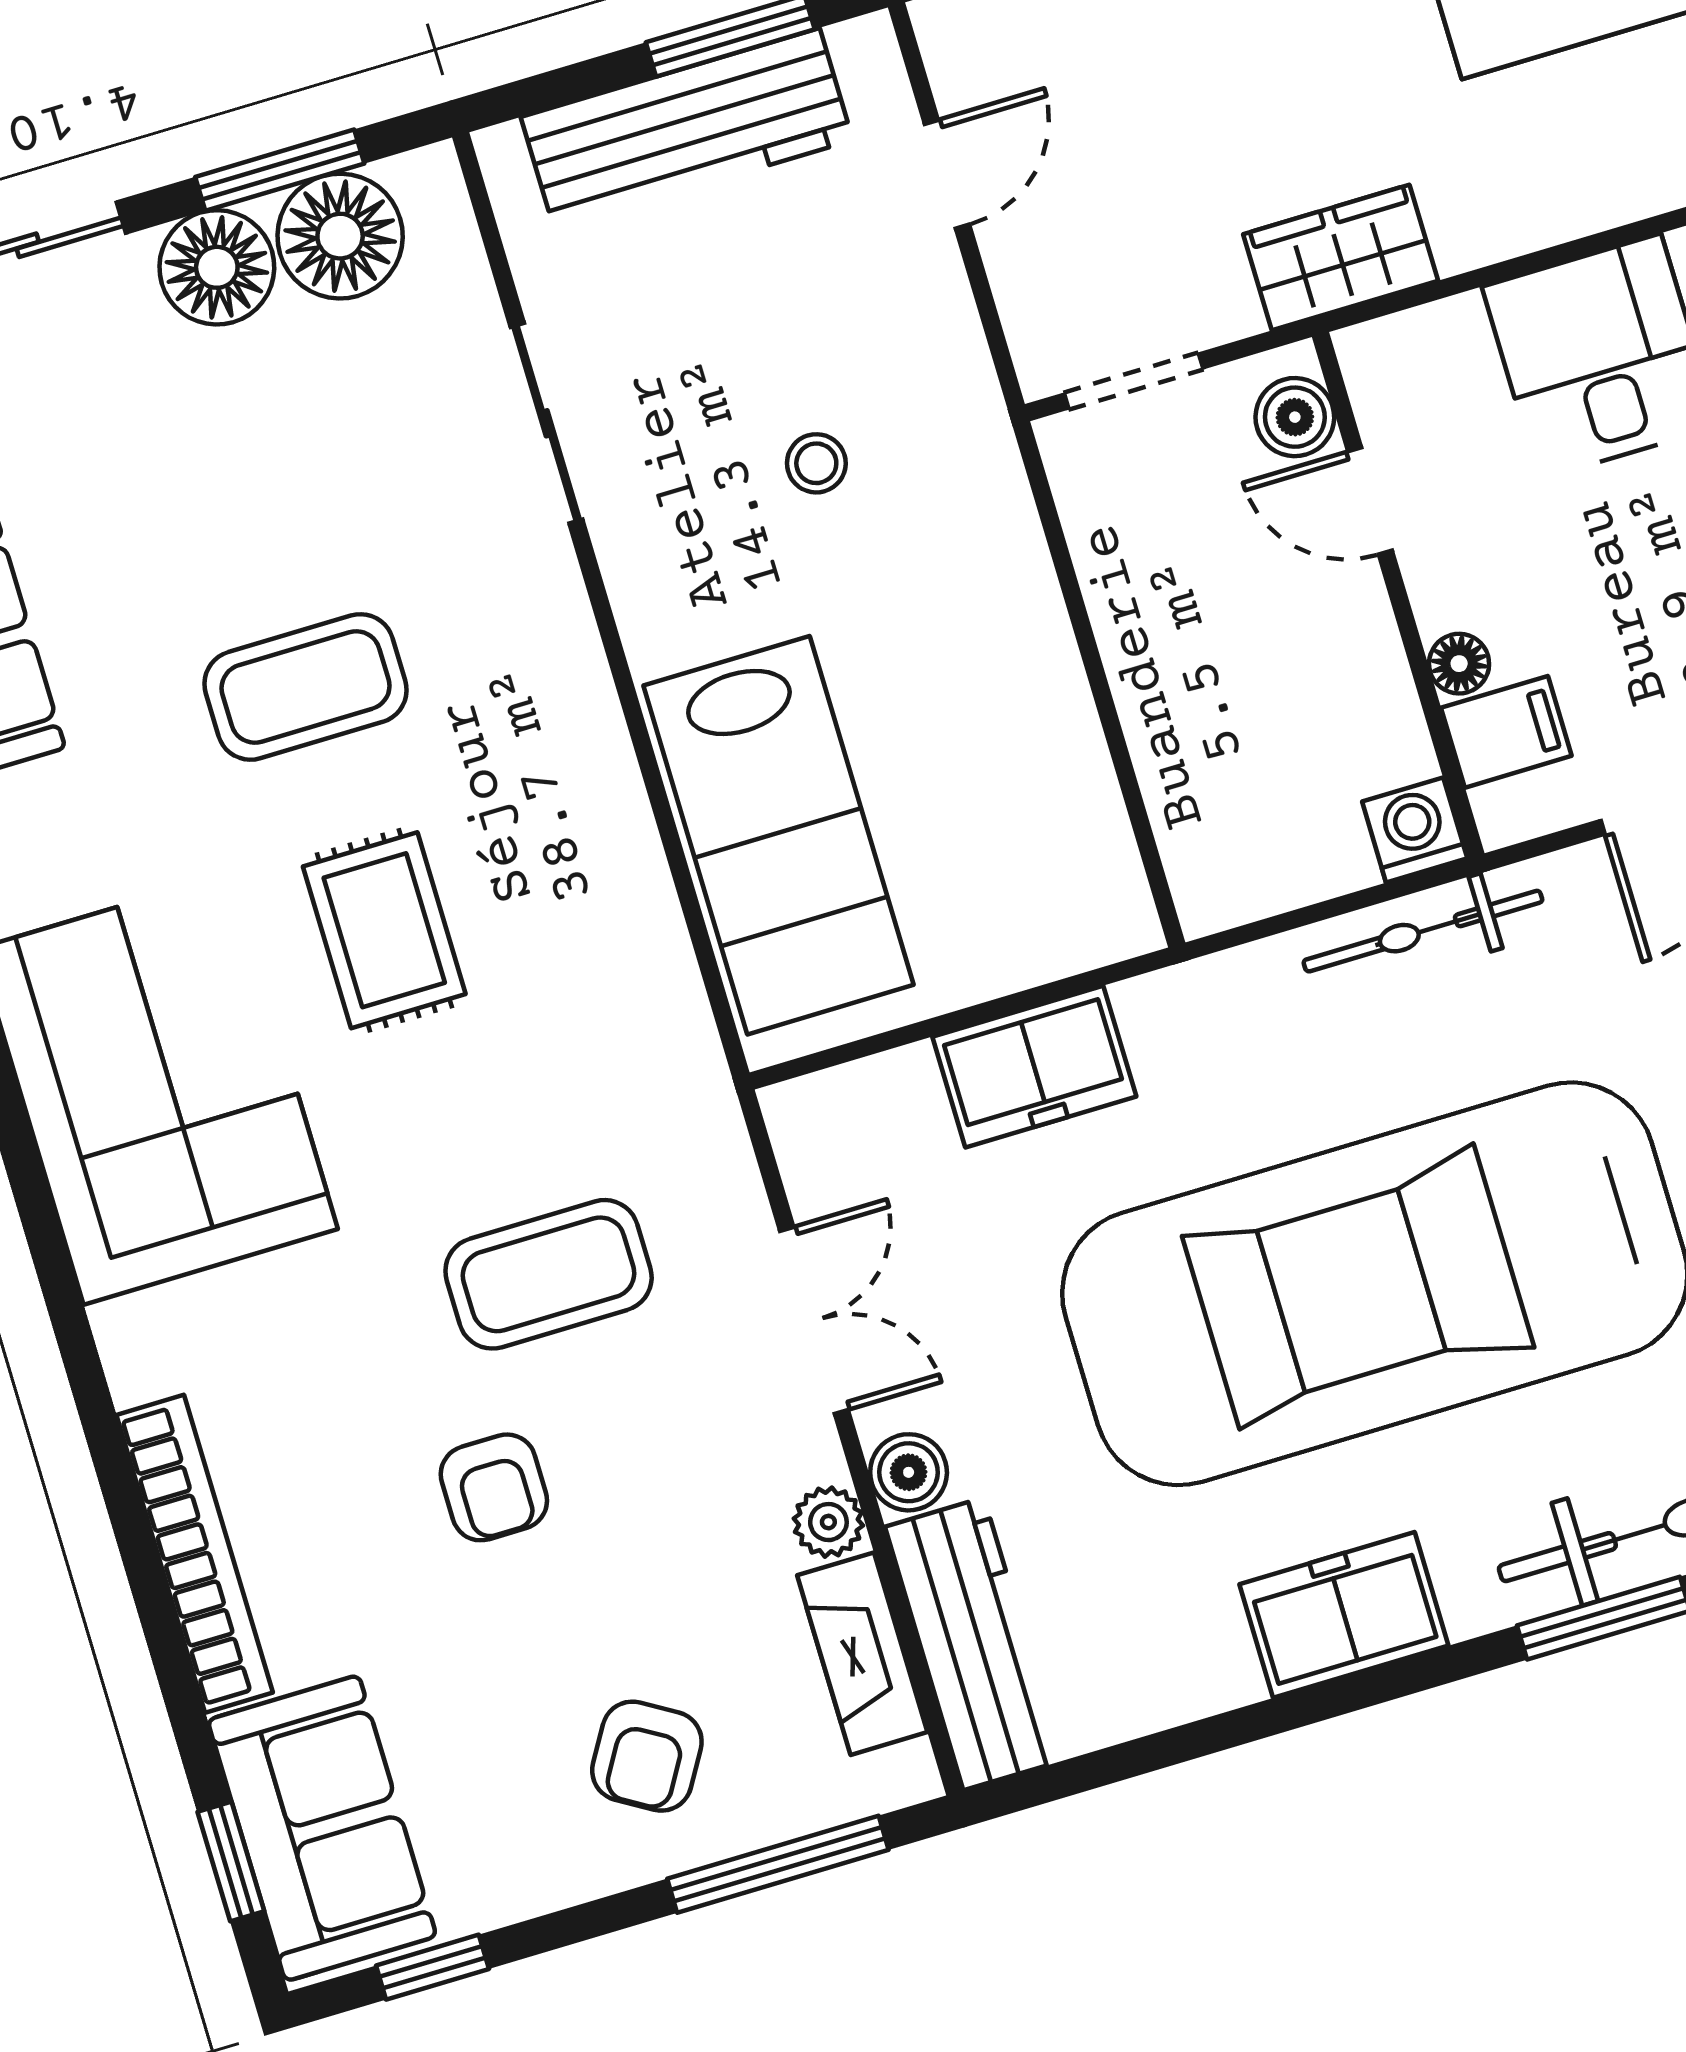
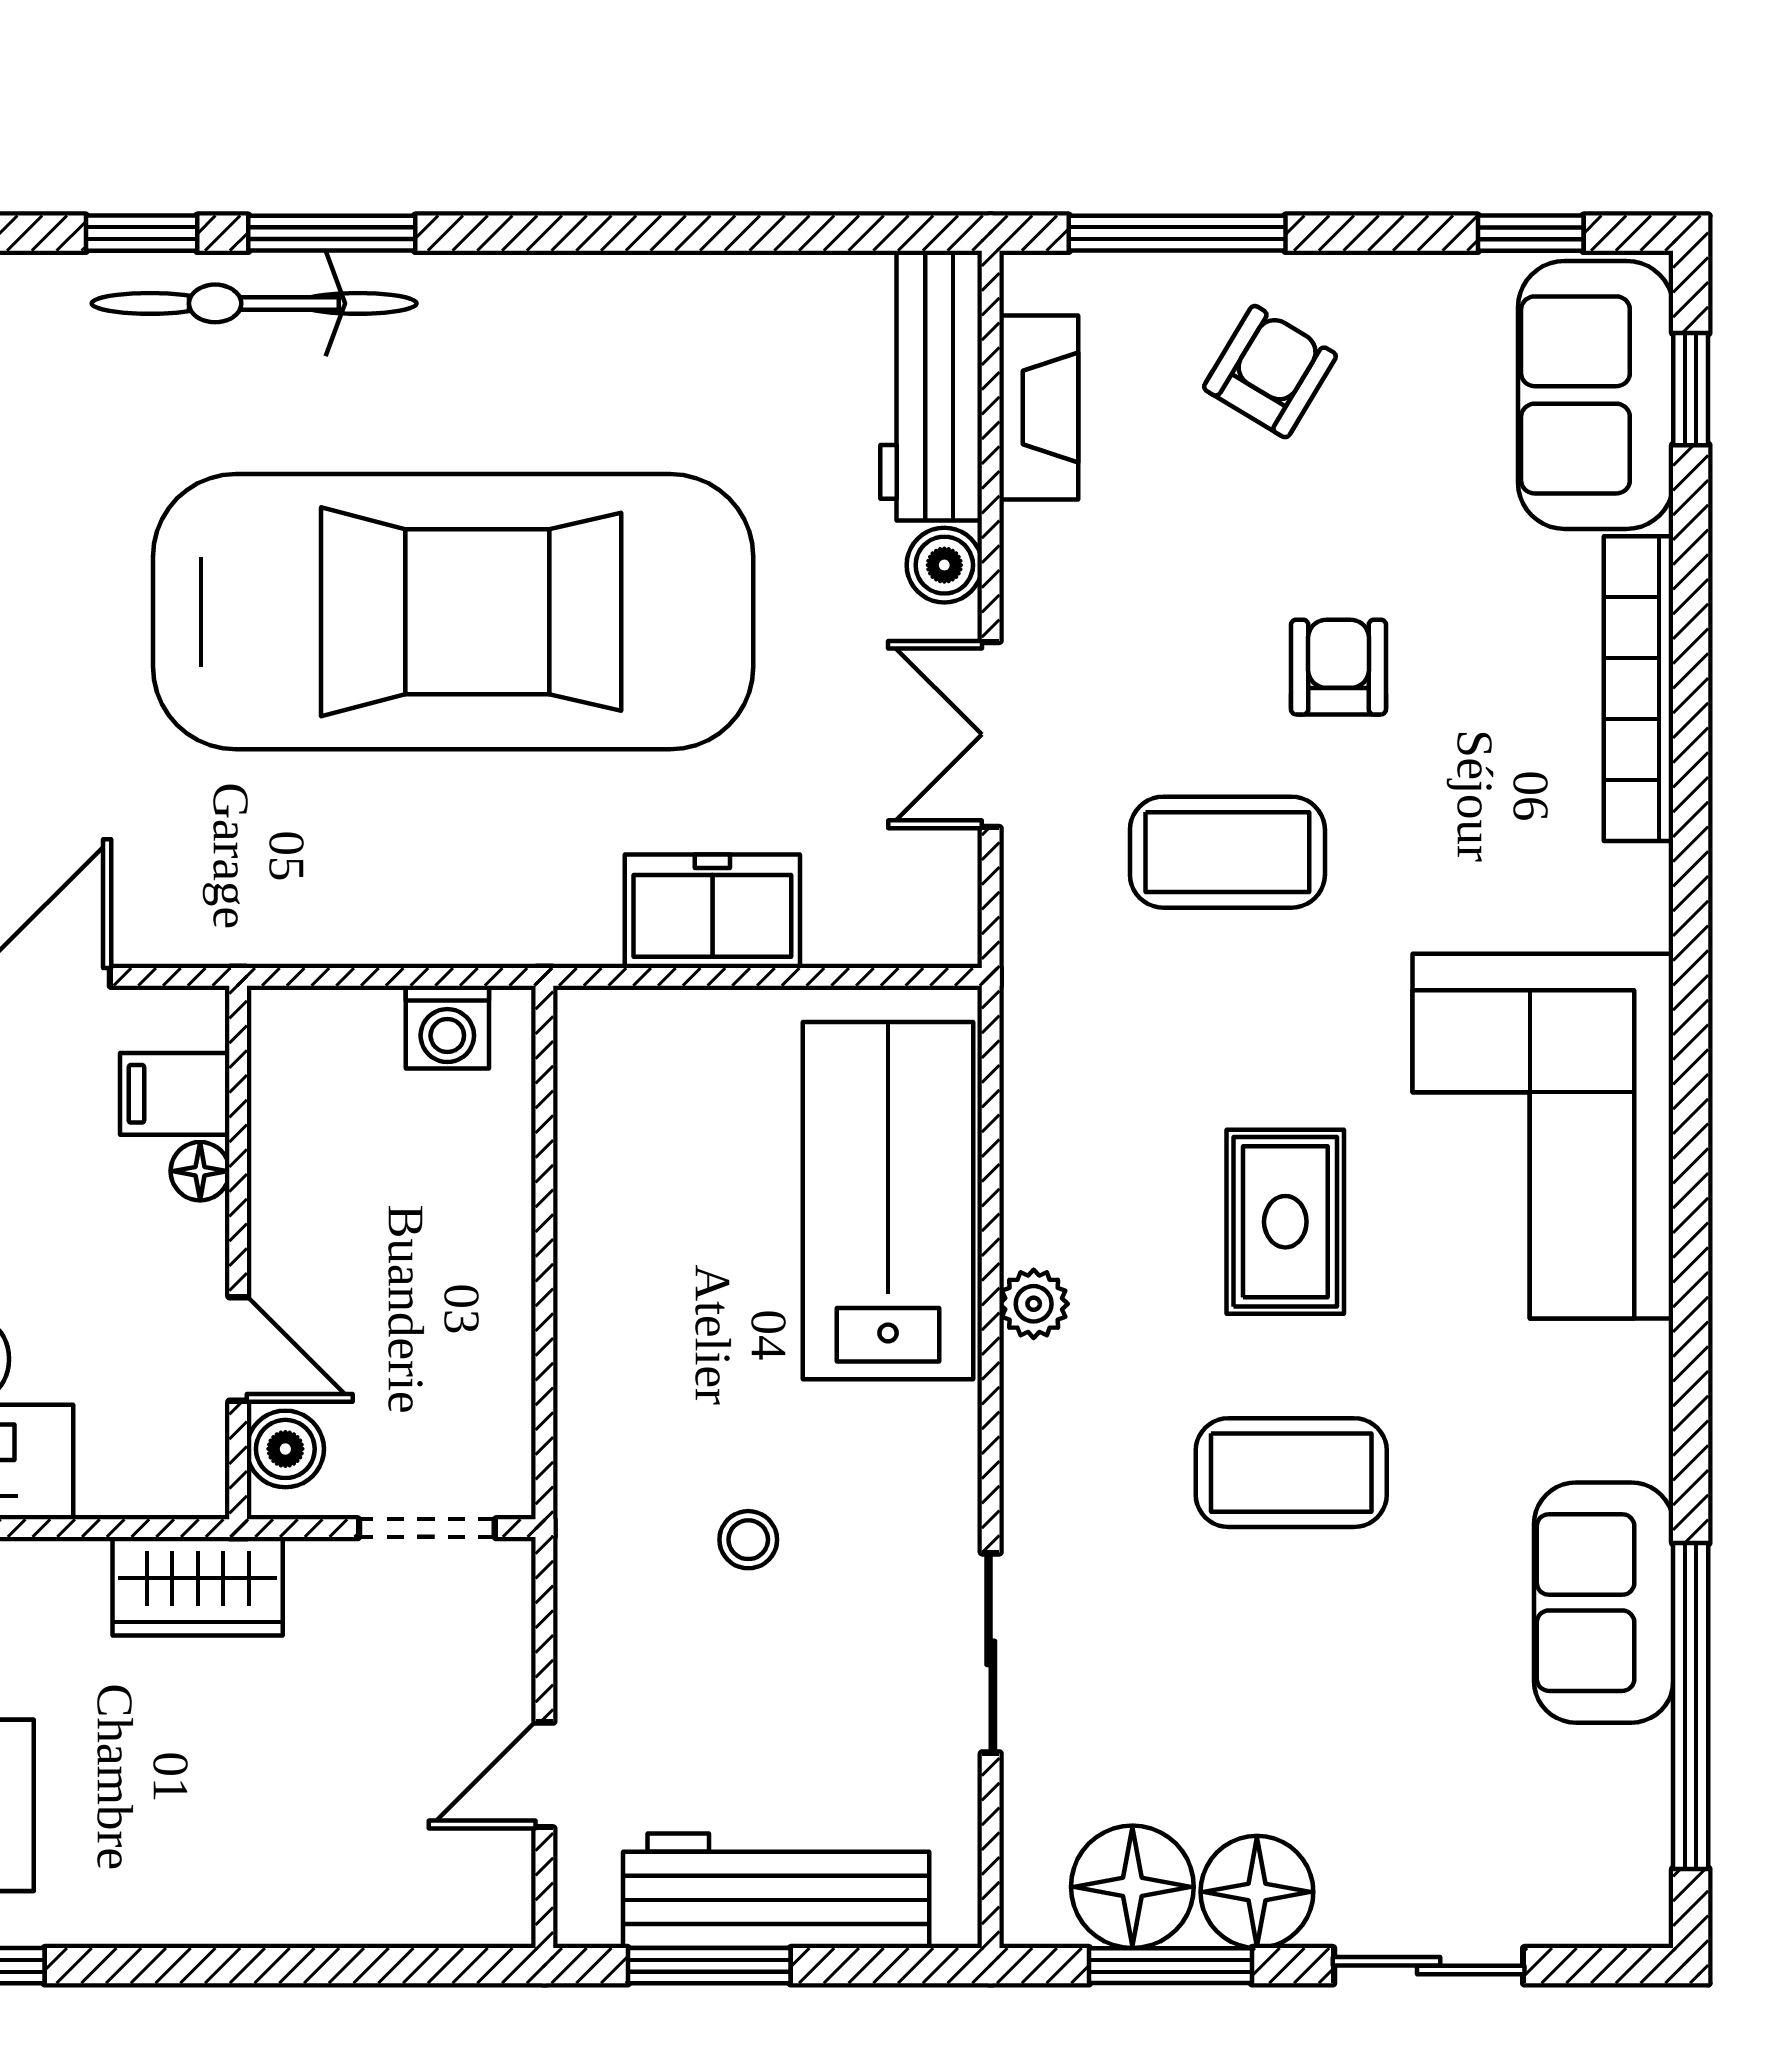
washing machine: (1415, 830) -> (447, 1027), moved
bicycle: (1423, 931) -> (309, 930), removed
plant: (828, 1522) -> (1034, 1304), moved
freezer: (1344, 1615) -> (575, 309), removed

